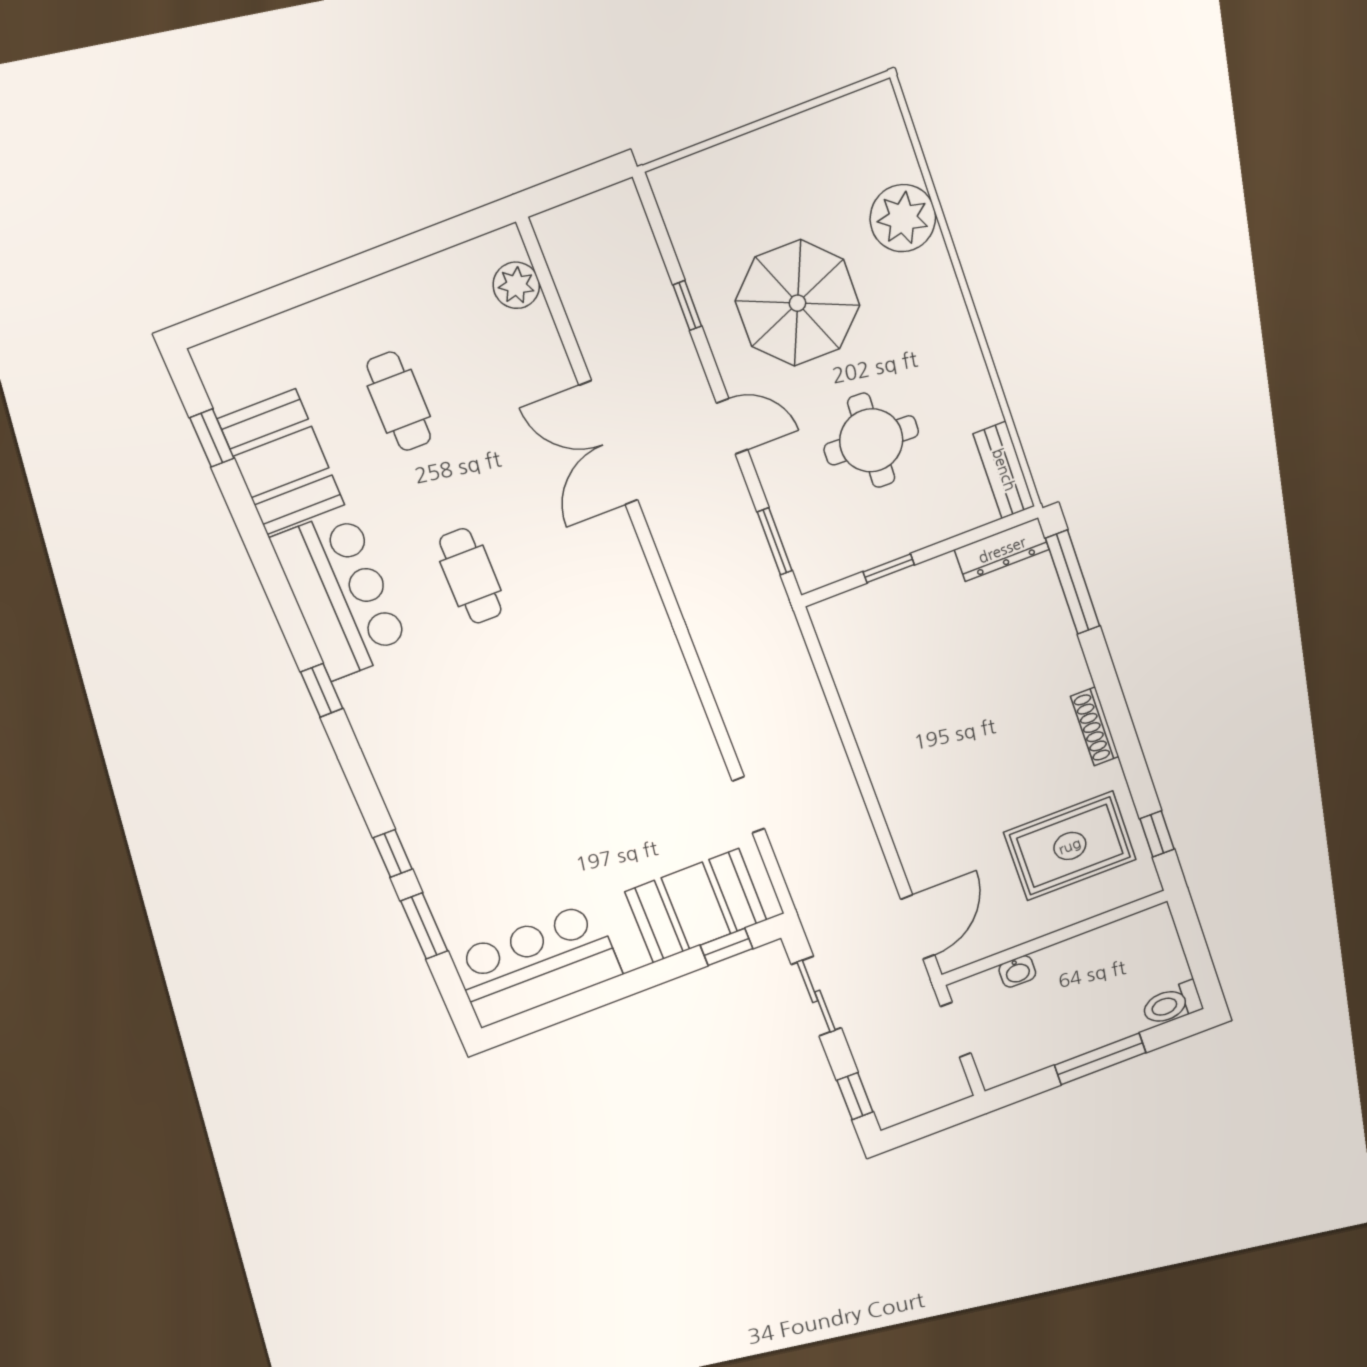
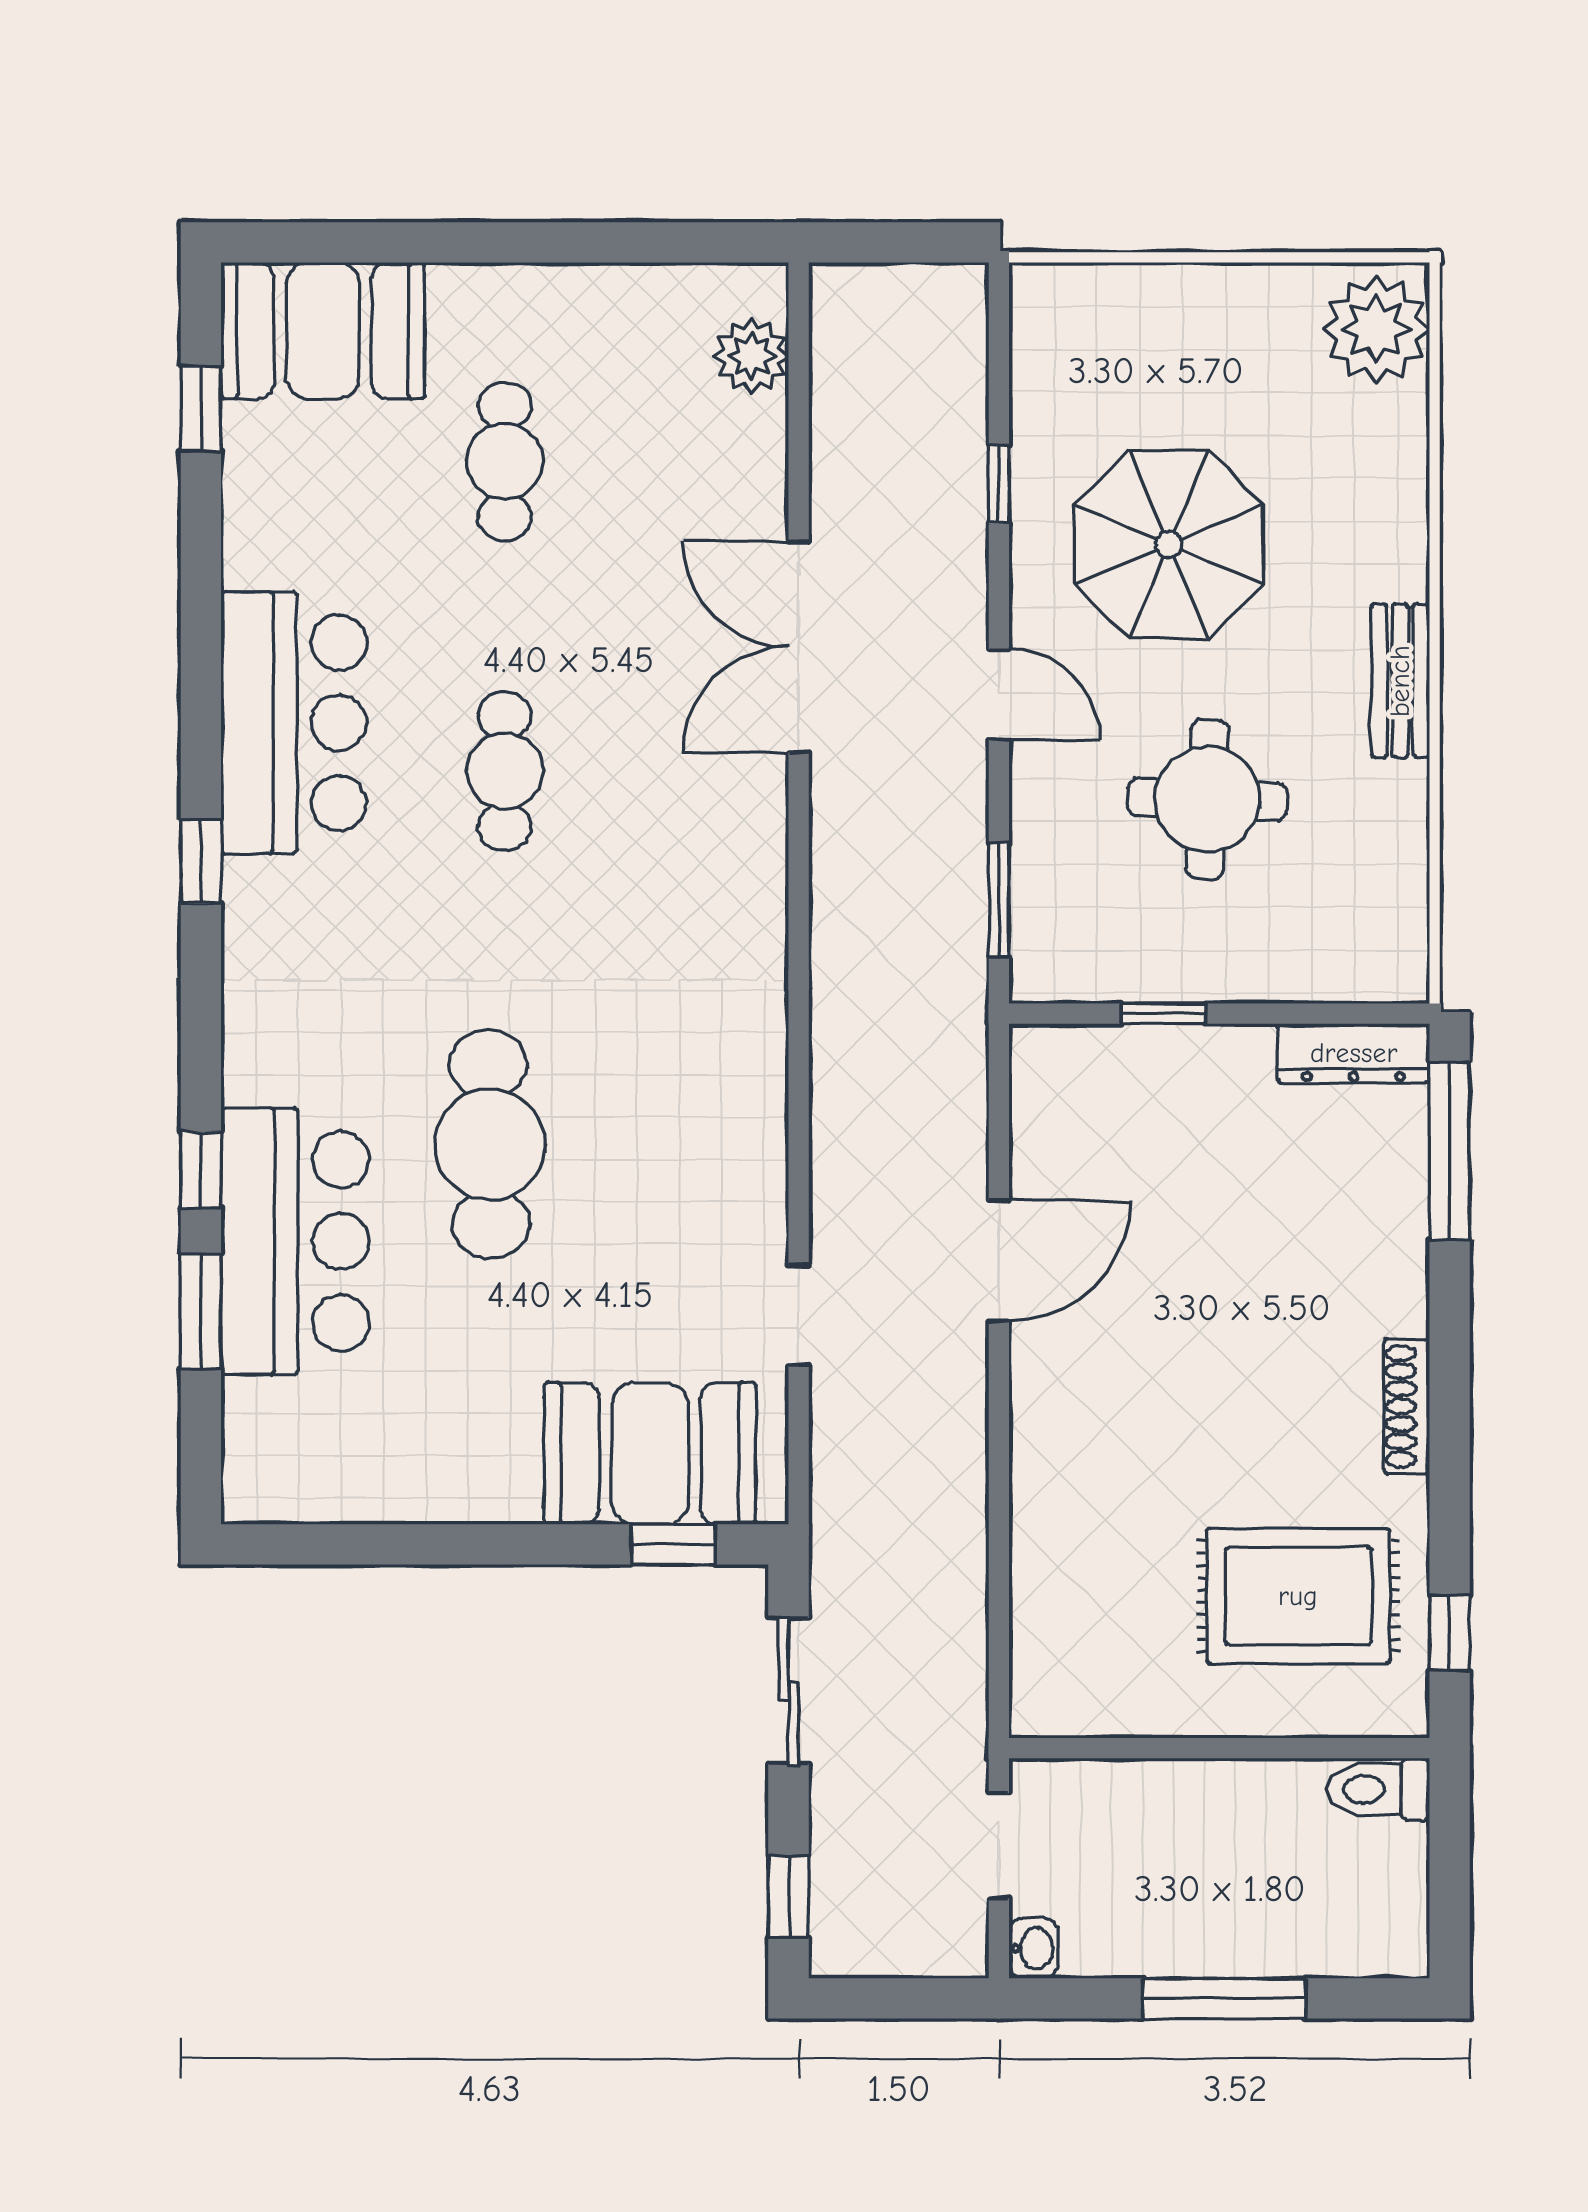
plant: (903, 218) -> (1376, 329), moved
booth: (281, 462) -> (323, 331), moved, turned 90
bench: (1004, 470) -> (1400, 681), moved
cafe table: (545, 780) -> (490, 1144), added
door: (918, 927) -> (999, 1261), moved
bar counter: (537, 965) -> (295, 1241), moved, turned 90
washbasin: (1017, 971) -> (1033, 1948), moved, turned -90
toilet: (1172, 1004) -> (1378, 1789), moved

